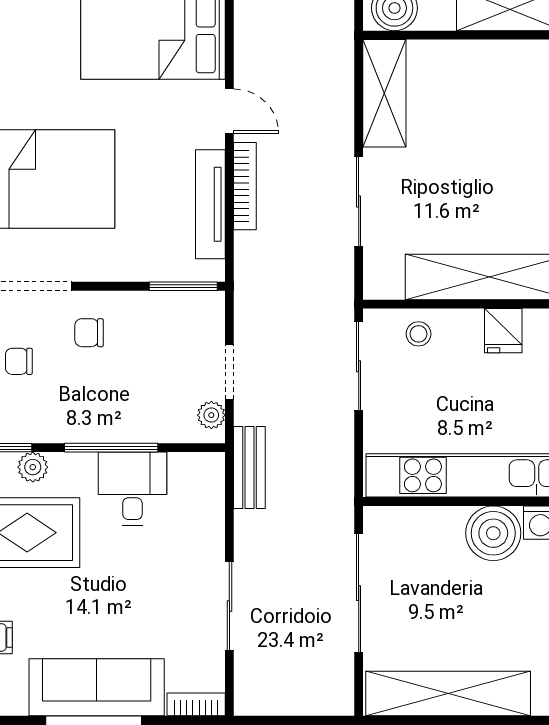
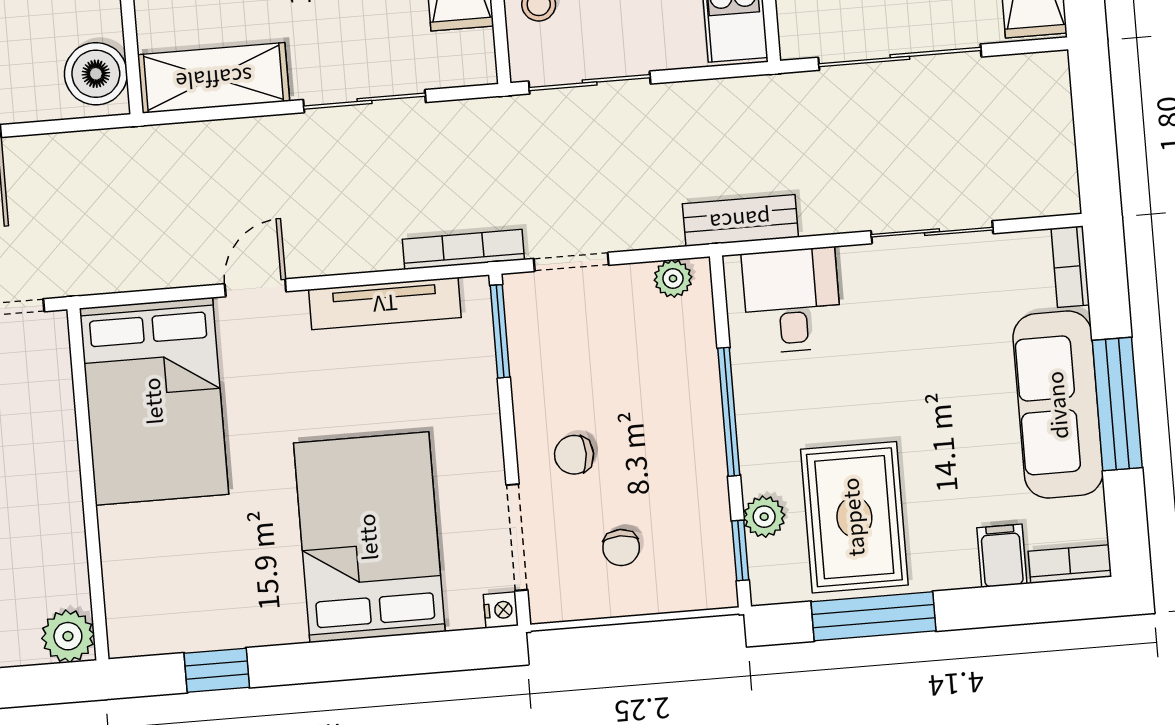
bookcase: (245, 186) -> (463, 249), moved
chair: (89, 333) -> (574, 455), turned 90
doorway: (229, 372) -> (571, 262), moved
desk: (132, 489) -> (792, 300), moved, turned 90

